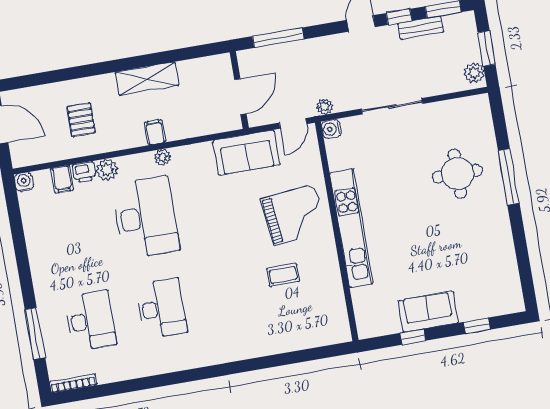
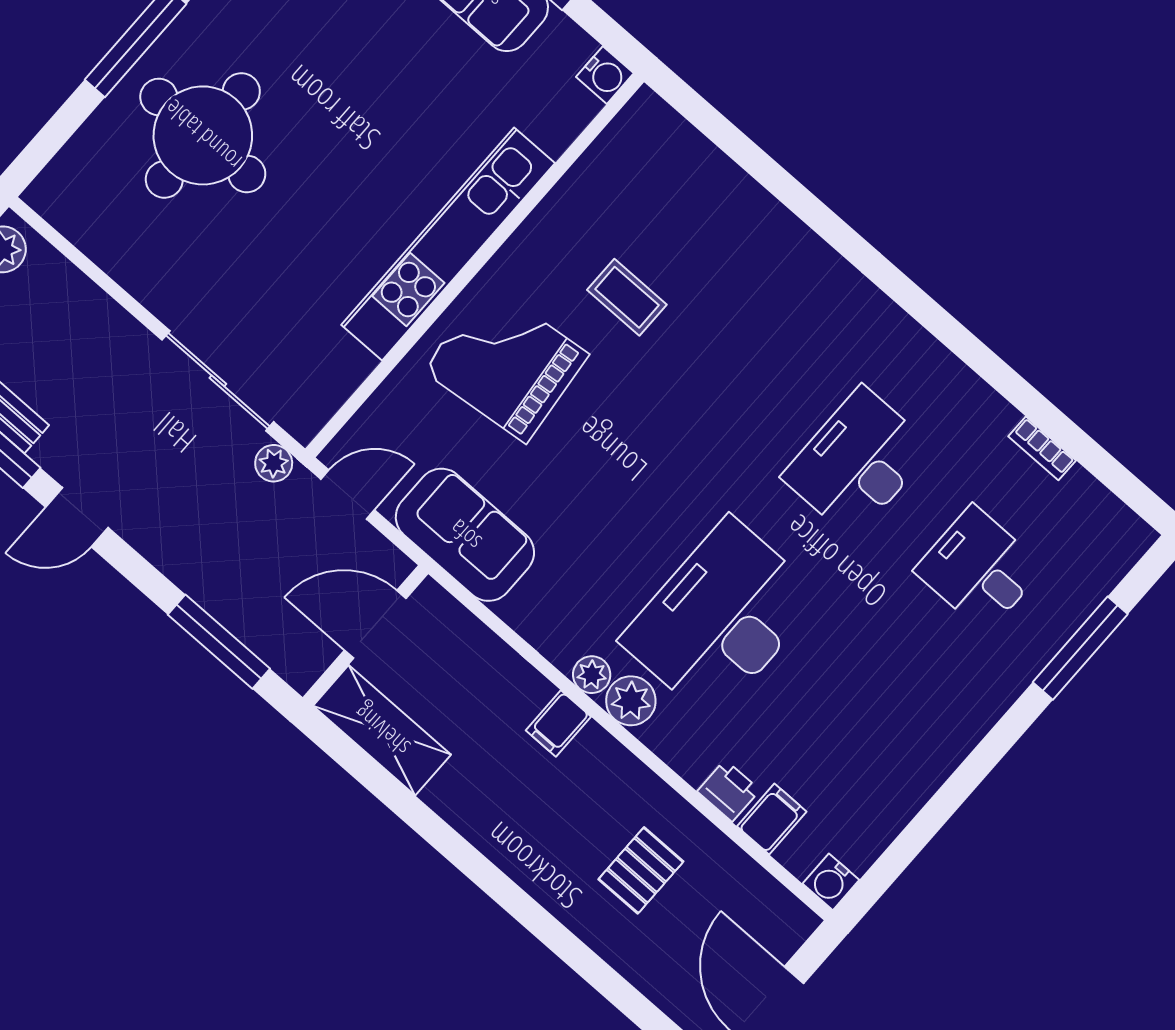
shelving: (147, 79) -> (382, 730), moved
sliding door: (392, 106) -> (218, 381), moved
water cooler: (331, 129) -> (605, 75), moved
plant: (107, 170) -> (631, 701), moved
round table: (458, 174) -> (203, 135), width x1.36, depth x1.36
desk: (91, 321) -> (979, 569), width x0.73
bookcase: (73, 383) -> (1042, 448), moved, width x0.64

